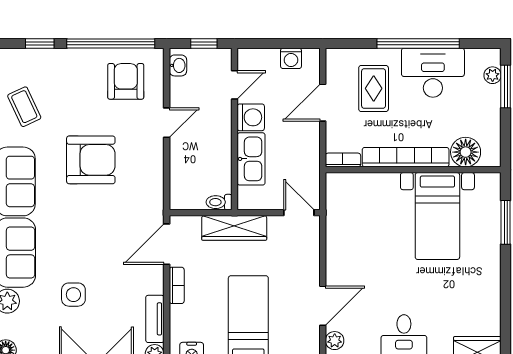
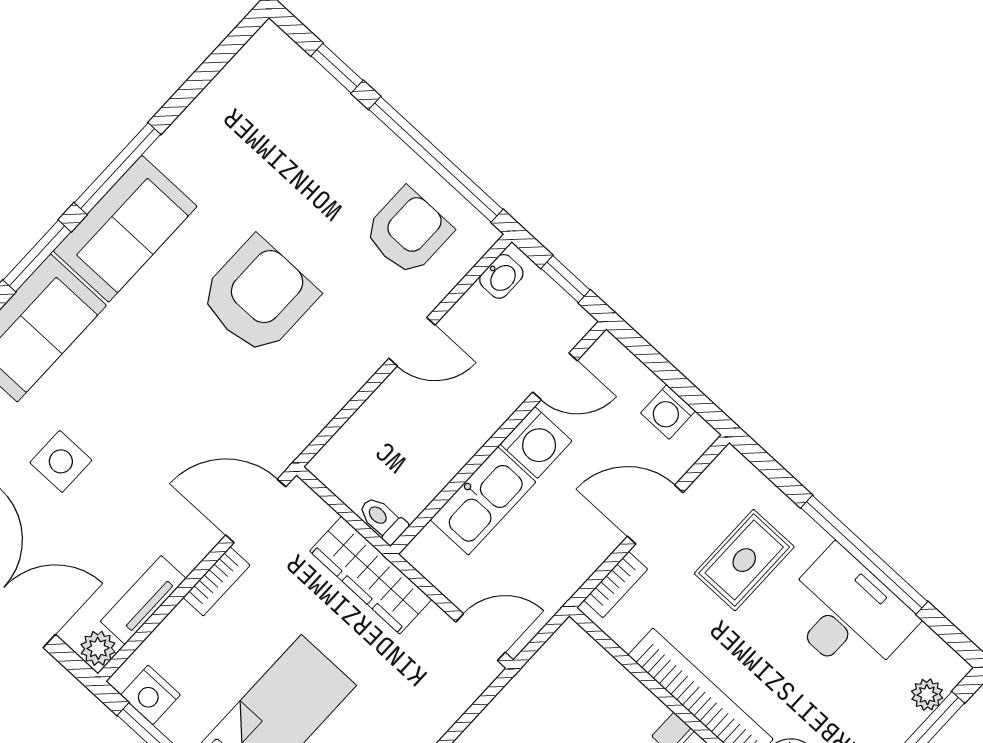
coffee table: (24, 107) -> (234, 136), removed
armchair: (91, 160) -> (258, 296), turned -90
bookcase: (343, 160) -> (616, 585), moved, turned 90
door: (299, 213) -> (480, 637), hinge flipped

